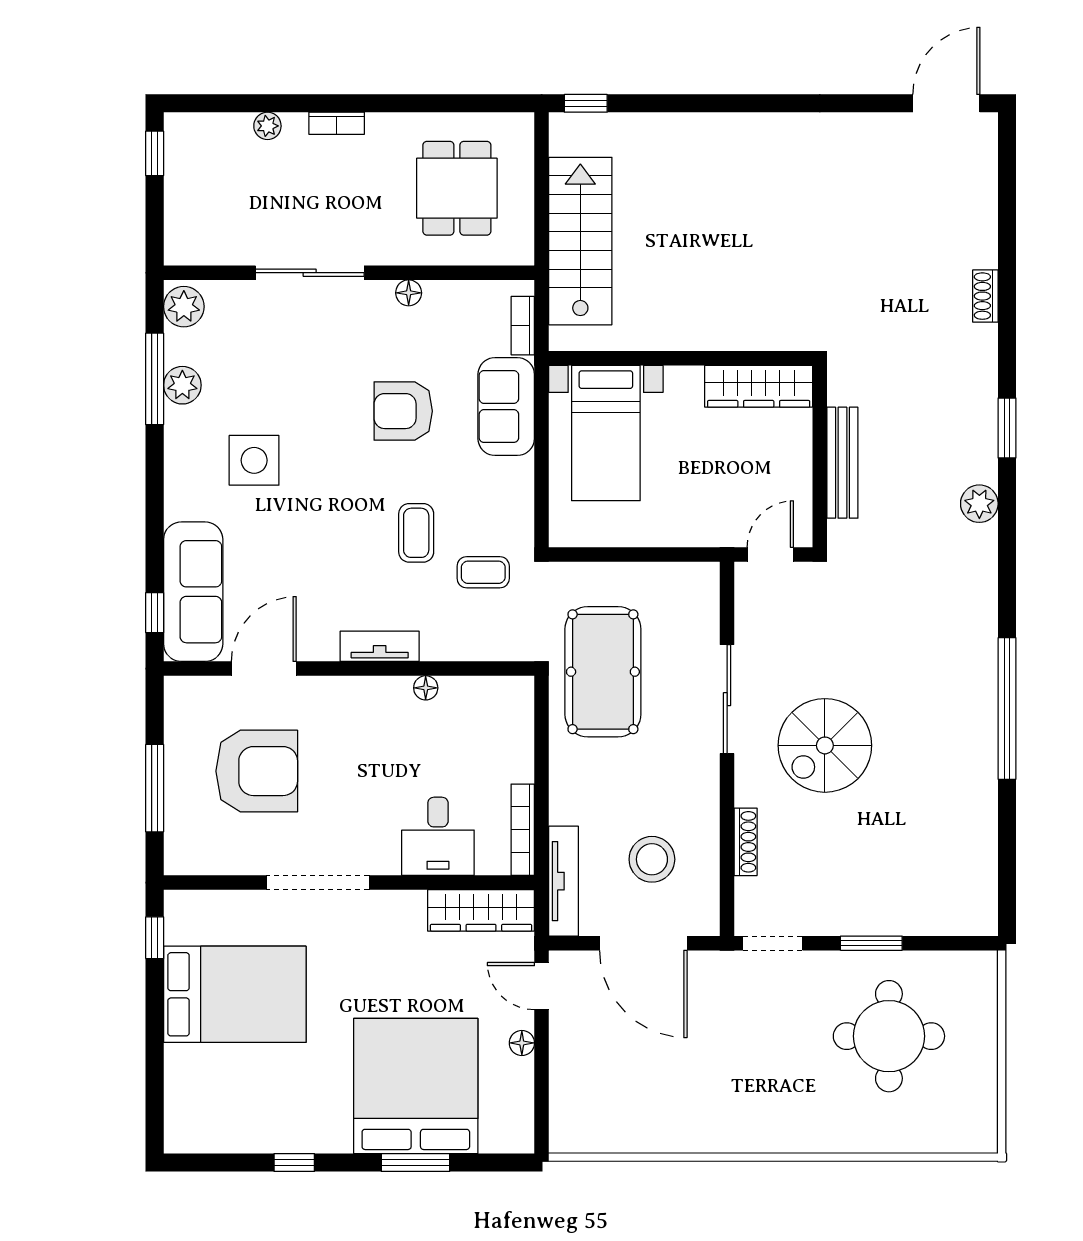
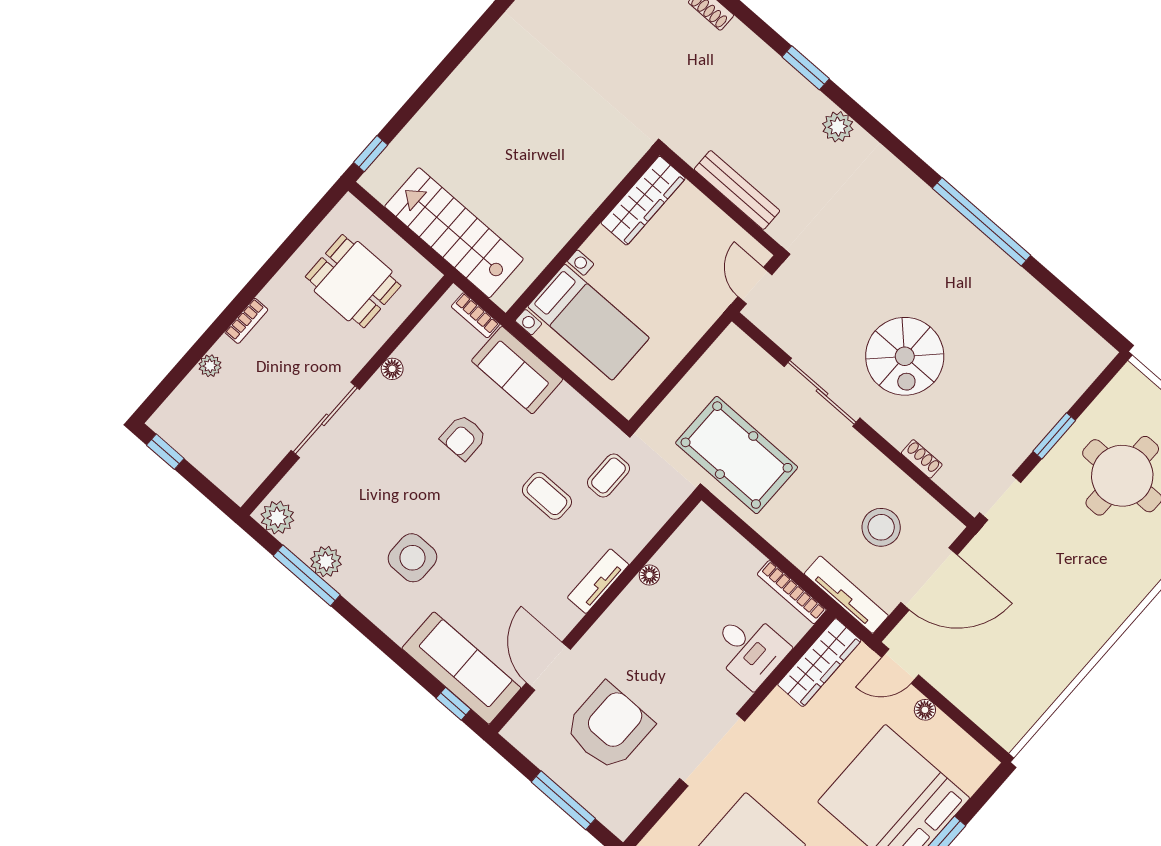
armchair: (403, 411) -> (463, 437), width x0.72, depth x0.72
shoe rack: (746, 842) -> (922, 459), width x0.70

